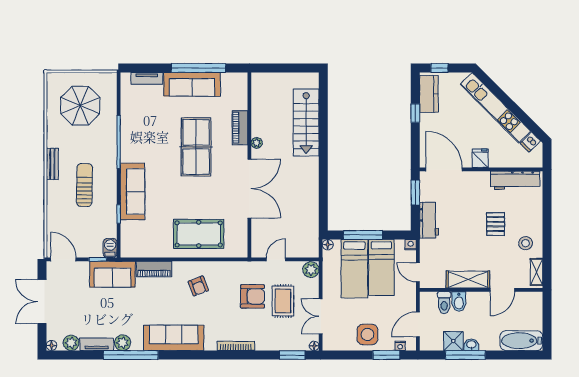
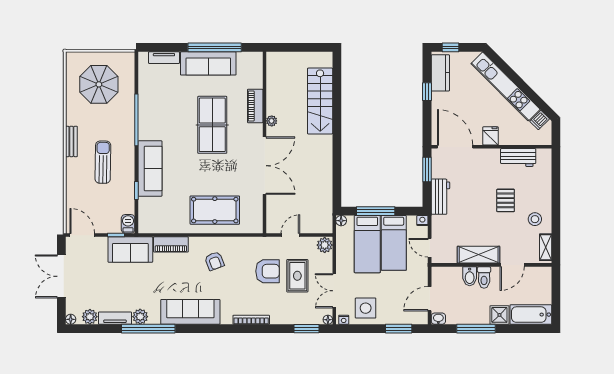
workbench: (515, 180) -> (518, 158), width x0.73
toilet: (444, 303) -> (484, 277), moved
side table: (367, 334) -> (366, 308), moved
shower: (453, 341) -> (499, 315), moved
washbasin: (471, 345) -> (438, 319), moved
nightstand: (400, 346) -> (344, 320), moved

